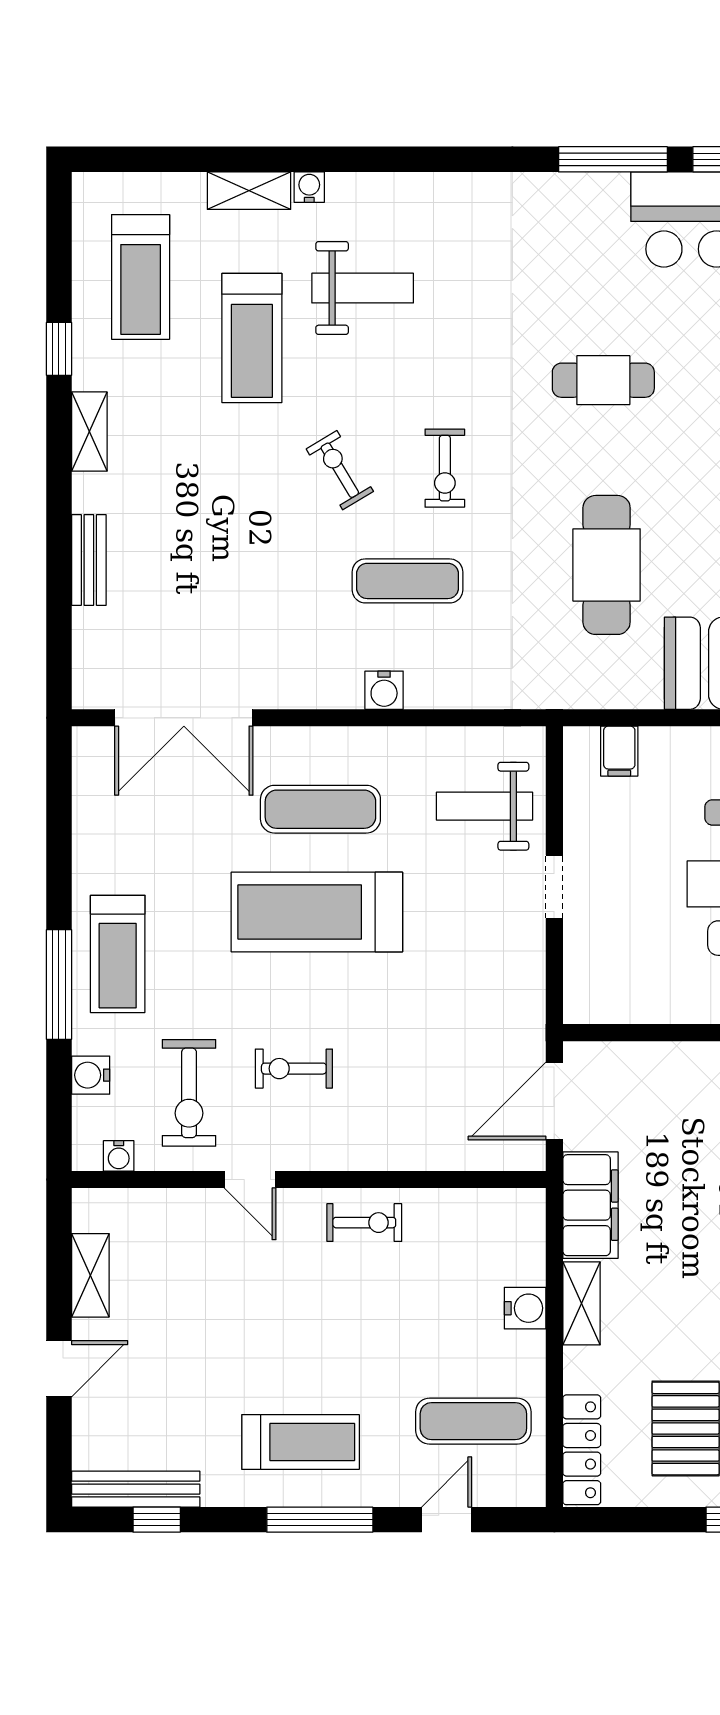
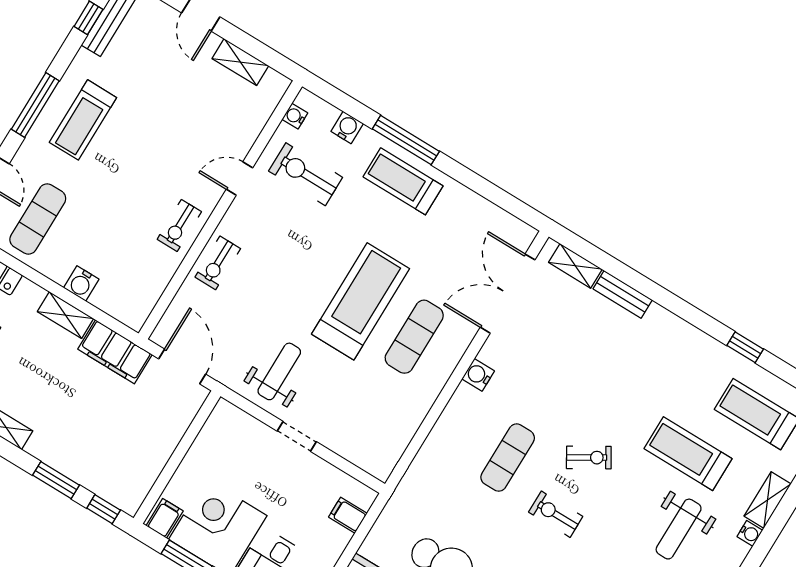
shelving: (89, 432) -> (575, 266), moved
water cooler: (384, 690) -> (478, 375), moved
weight bench: (485, 806) -> (279, 371), moved
exercise bike: (294, 1069) -> (218, 263), moved, turned 180

